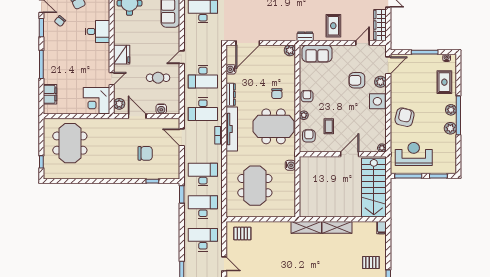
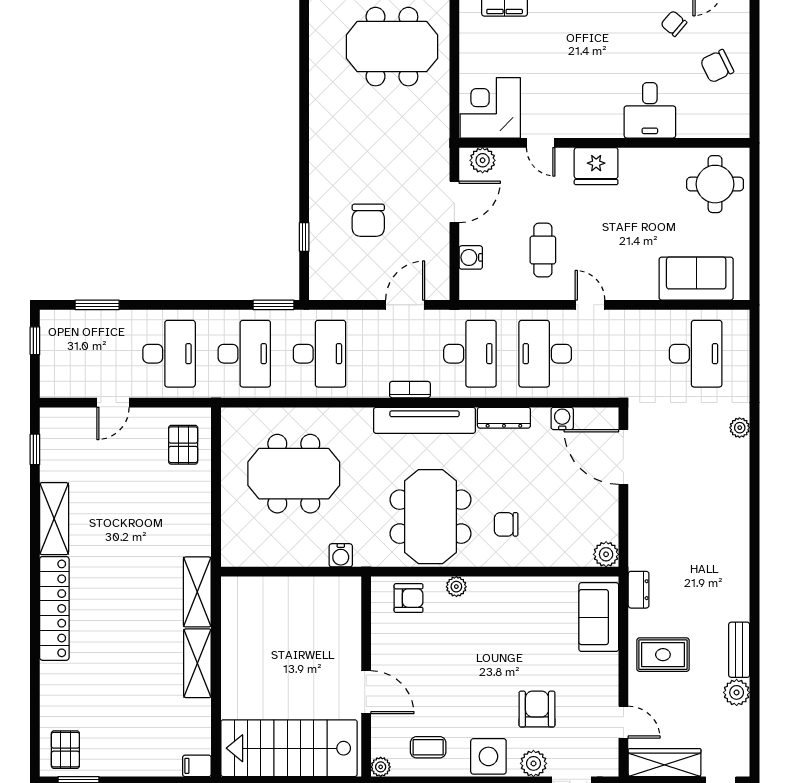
armchair: (307, 96) -> (500, 594), removed
desk: (203, 109) -> (470, 354), turned 180
coffee table: (329, 126) -> (428, 747), moved
pallet: (371, 262) -> (116, 741), removed

